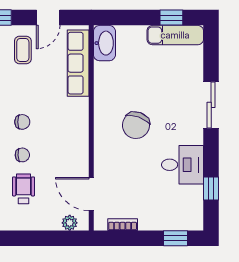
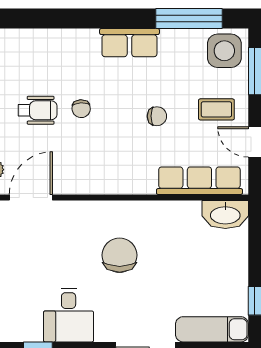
exam couch: (175, 35) -> (212, 329), moved, turned 90
chair: (22, 122) -> (157, 116), moved, turned -90
chair: (136, 125) -> (120, 255), turned 70

